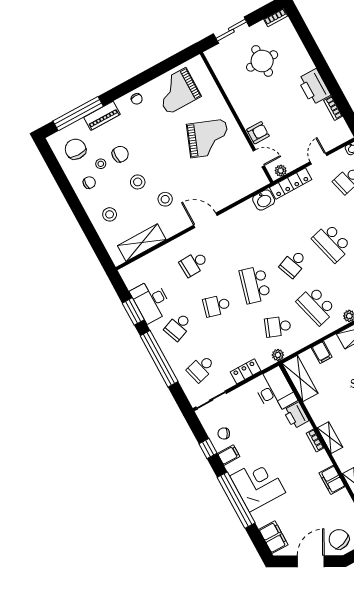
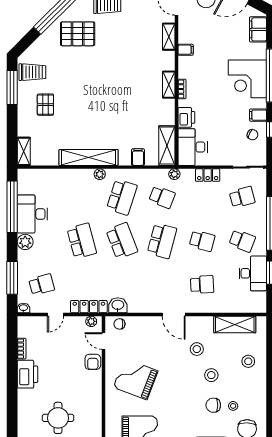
armchair: (258, 133) -> (93, 362), turned -90
chair: (89, 183) -> (119, 324), moved
school desk: (293, 264) -> (122, 241), width x1.85
school desk: (316, 306) -> (122, 197), turned 33
school desk: (178, 327) -> (242, 241), turned 42
filing cabinet: (332, 480) -> (186, 50), width x0.50

